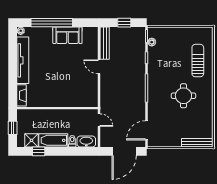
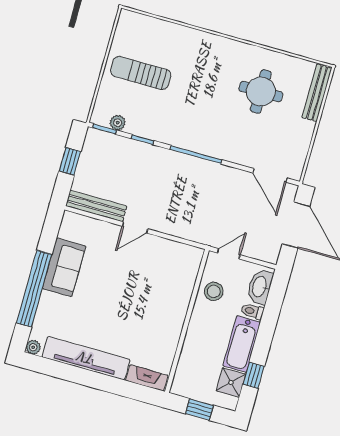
sun lounger: (198, 61) -> (141, 73), moved
round table: (183, 96) -> (261, 91), moved
stool: (77, 118) -> (214, 291), added

